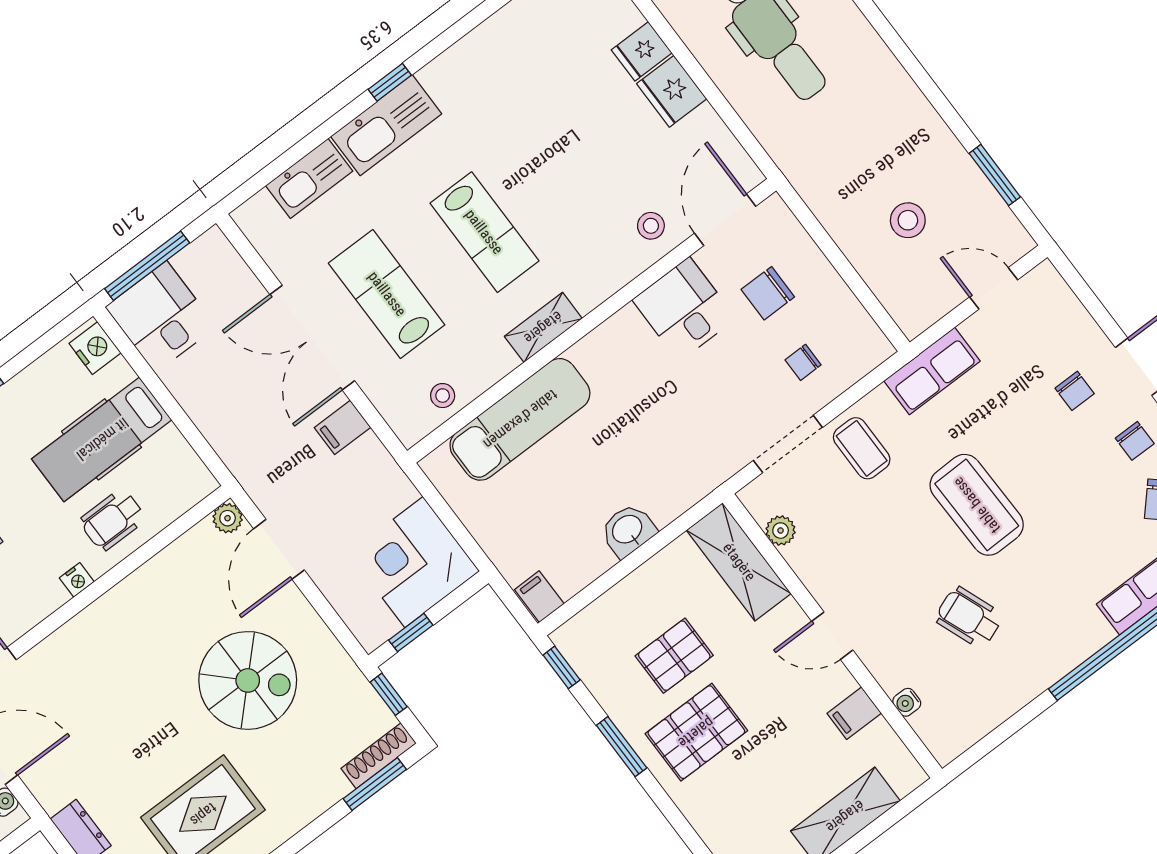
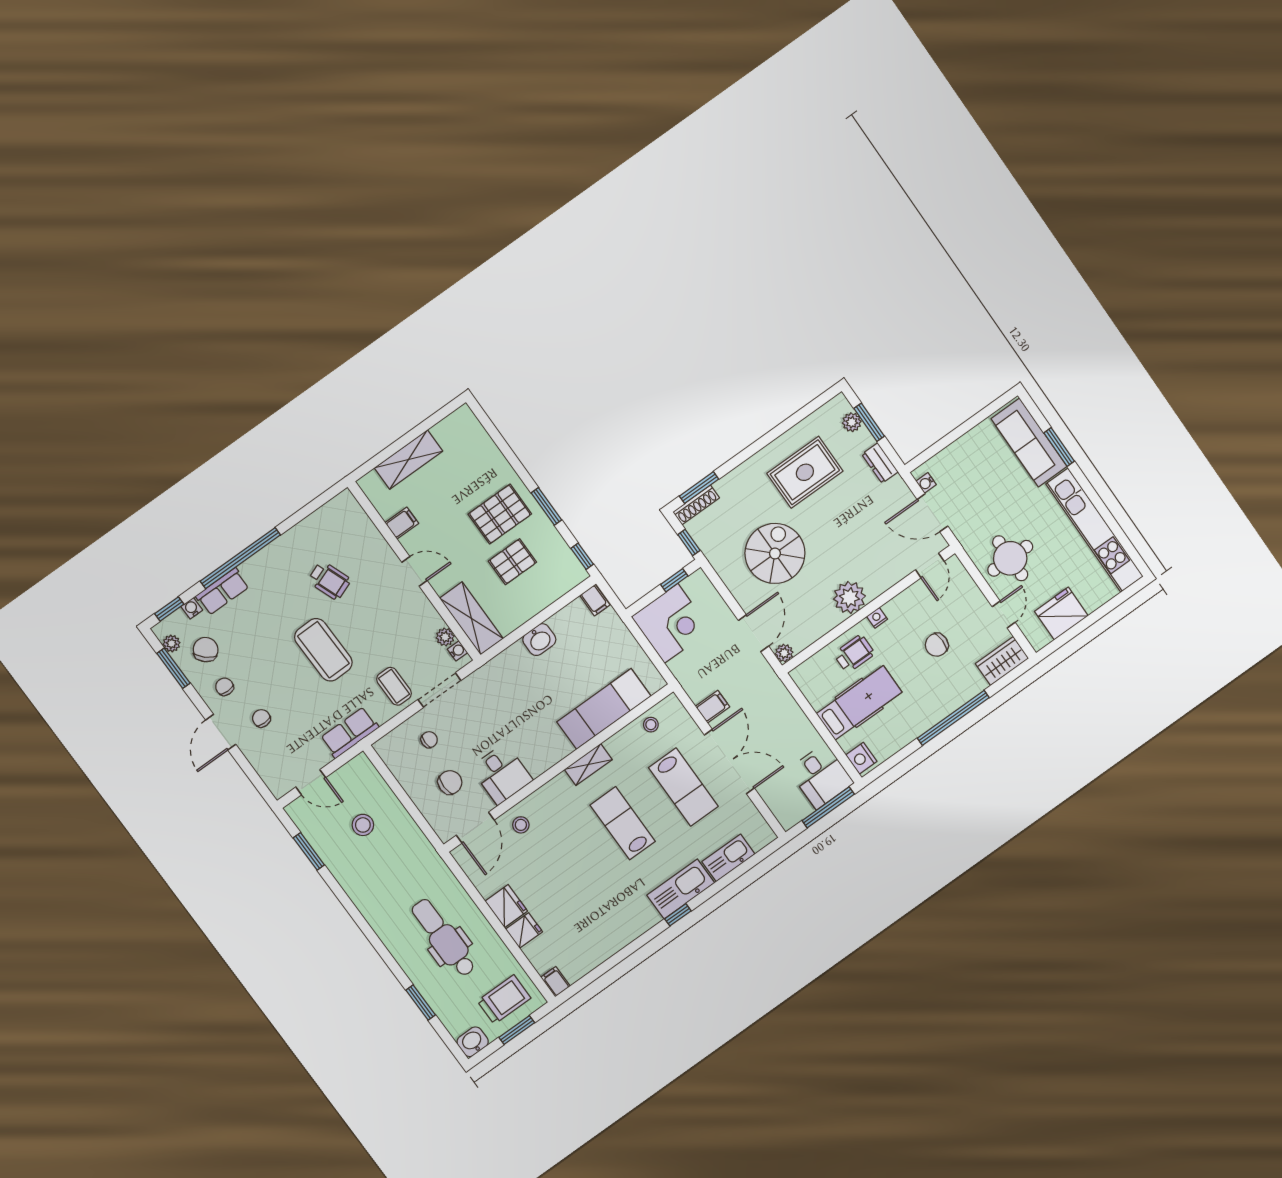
plant: (123, 612) -> (849, 598), added
spiral stairs: (248, 680) -> (775, 553), turned 90
water cooler: (907, 702) -> (457, 651), moved

